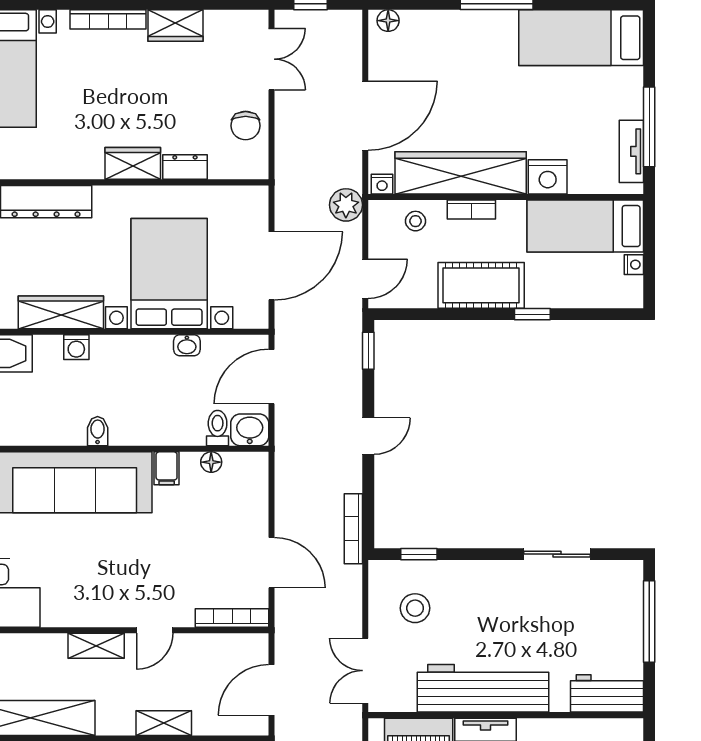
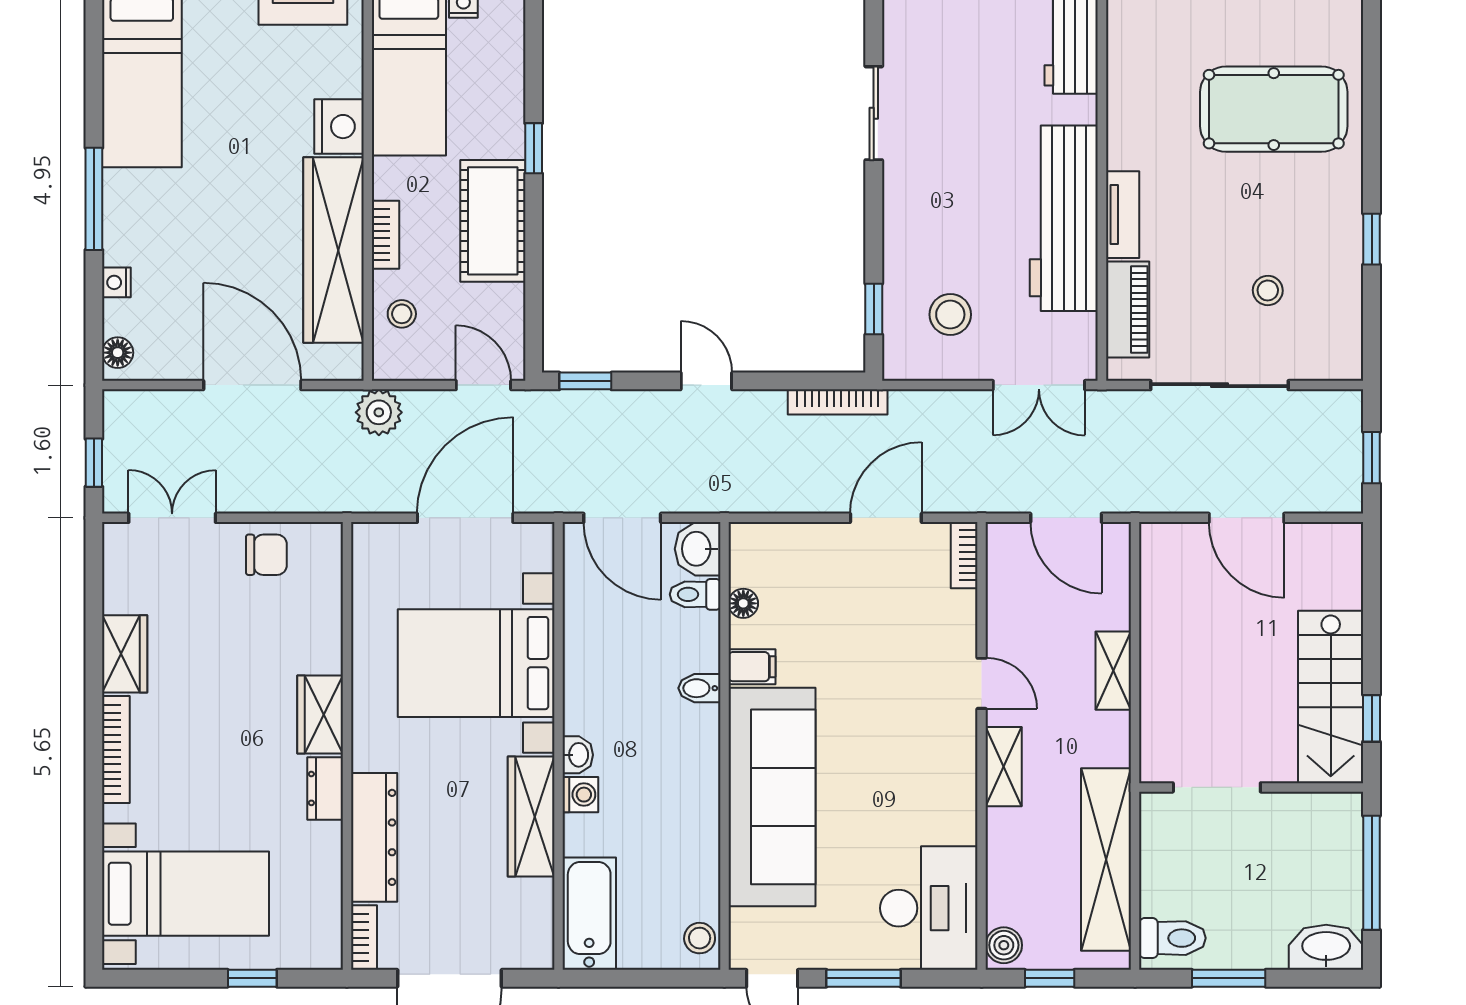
dresser: (185, 167) -> (325, 788), moved
nightstand: (382, 184) -> (116, 282), moved, turned 180
door: (272, 266) -> (465, 518), hinge flipped
washbasin: (187, 345) -> (578, 755), moved
bidet: (98, 431) -> (699, 688), moved
bookcase: (232, 618) -> (964, 555), width x0.64

